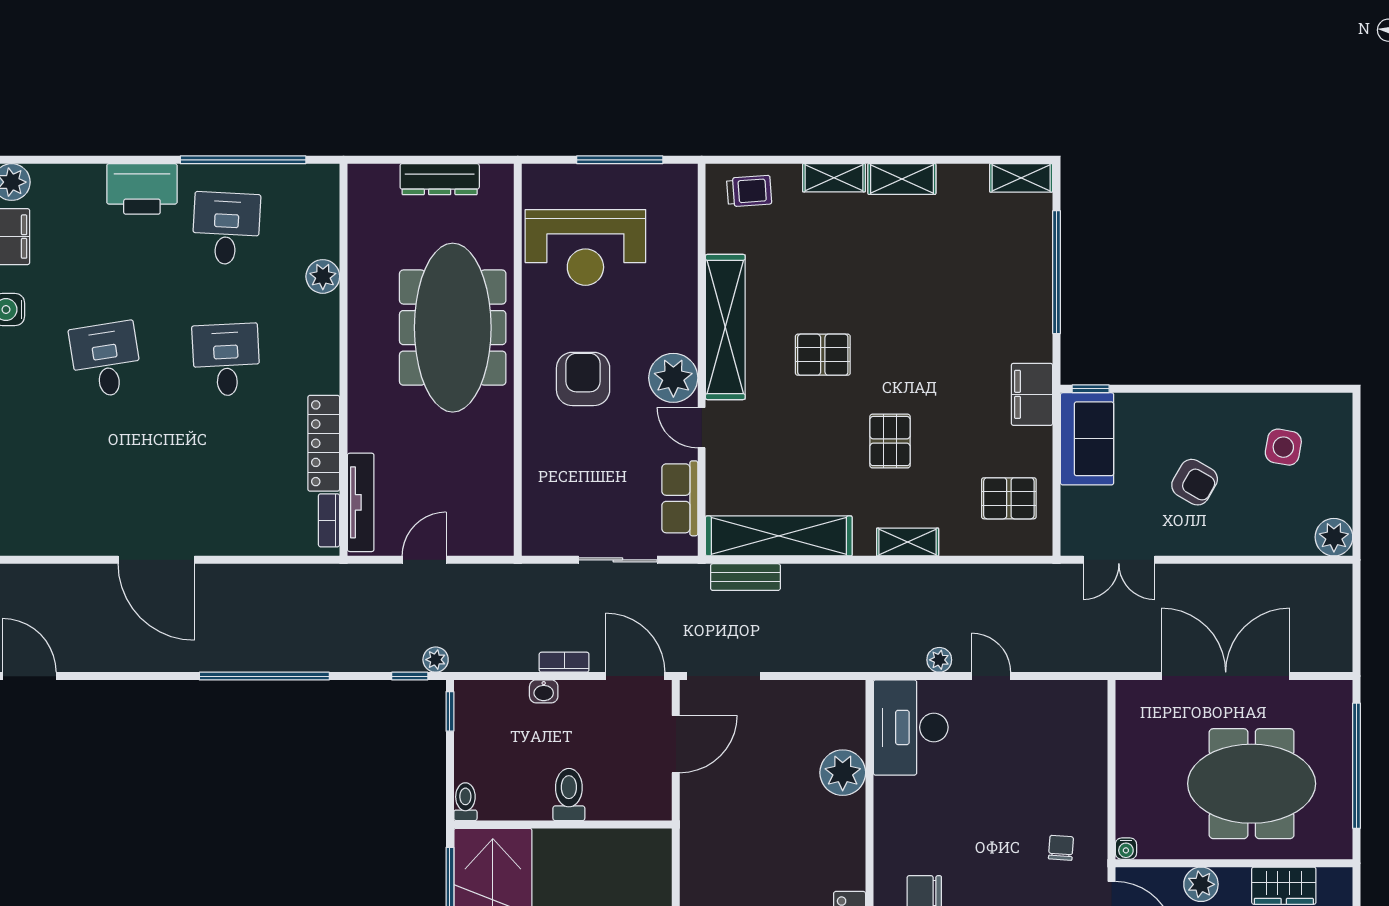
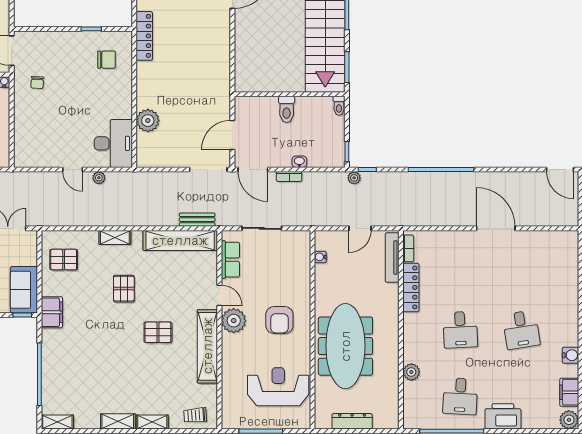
water cooler: (502, 503) -> (320, 257), added

